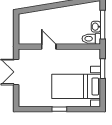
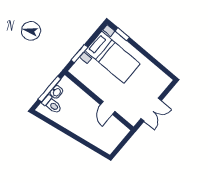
toilet: (91, 39) -> (52, 105), moved
window: (59, 109) -> (122, 34), moved

